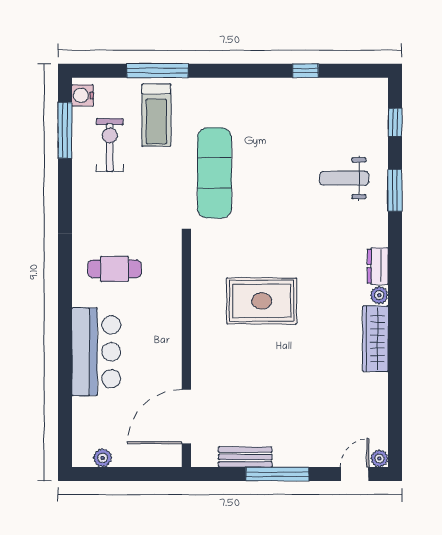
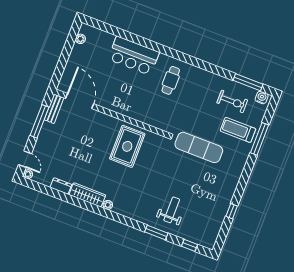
dresser: (378, 266) -> (61, 186), moved
wall: (186, 353) -> (111, 113), moved
door: (186, 417) -> (80, 101), moved

